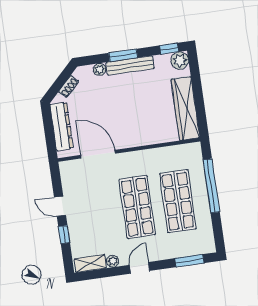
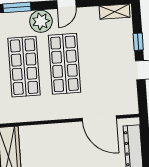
plant: (113, 261) -> (41, 21), moved, width x1.87, depth x1.87

